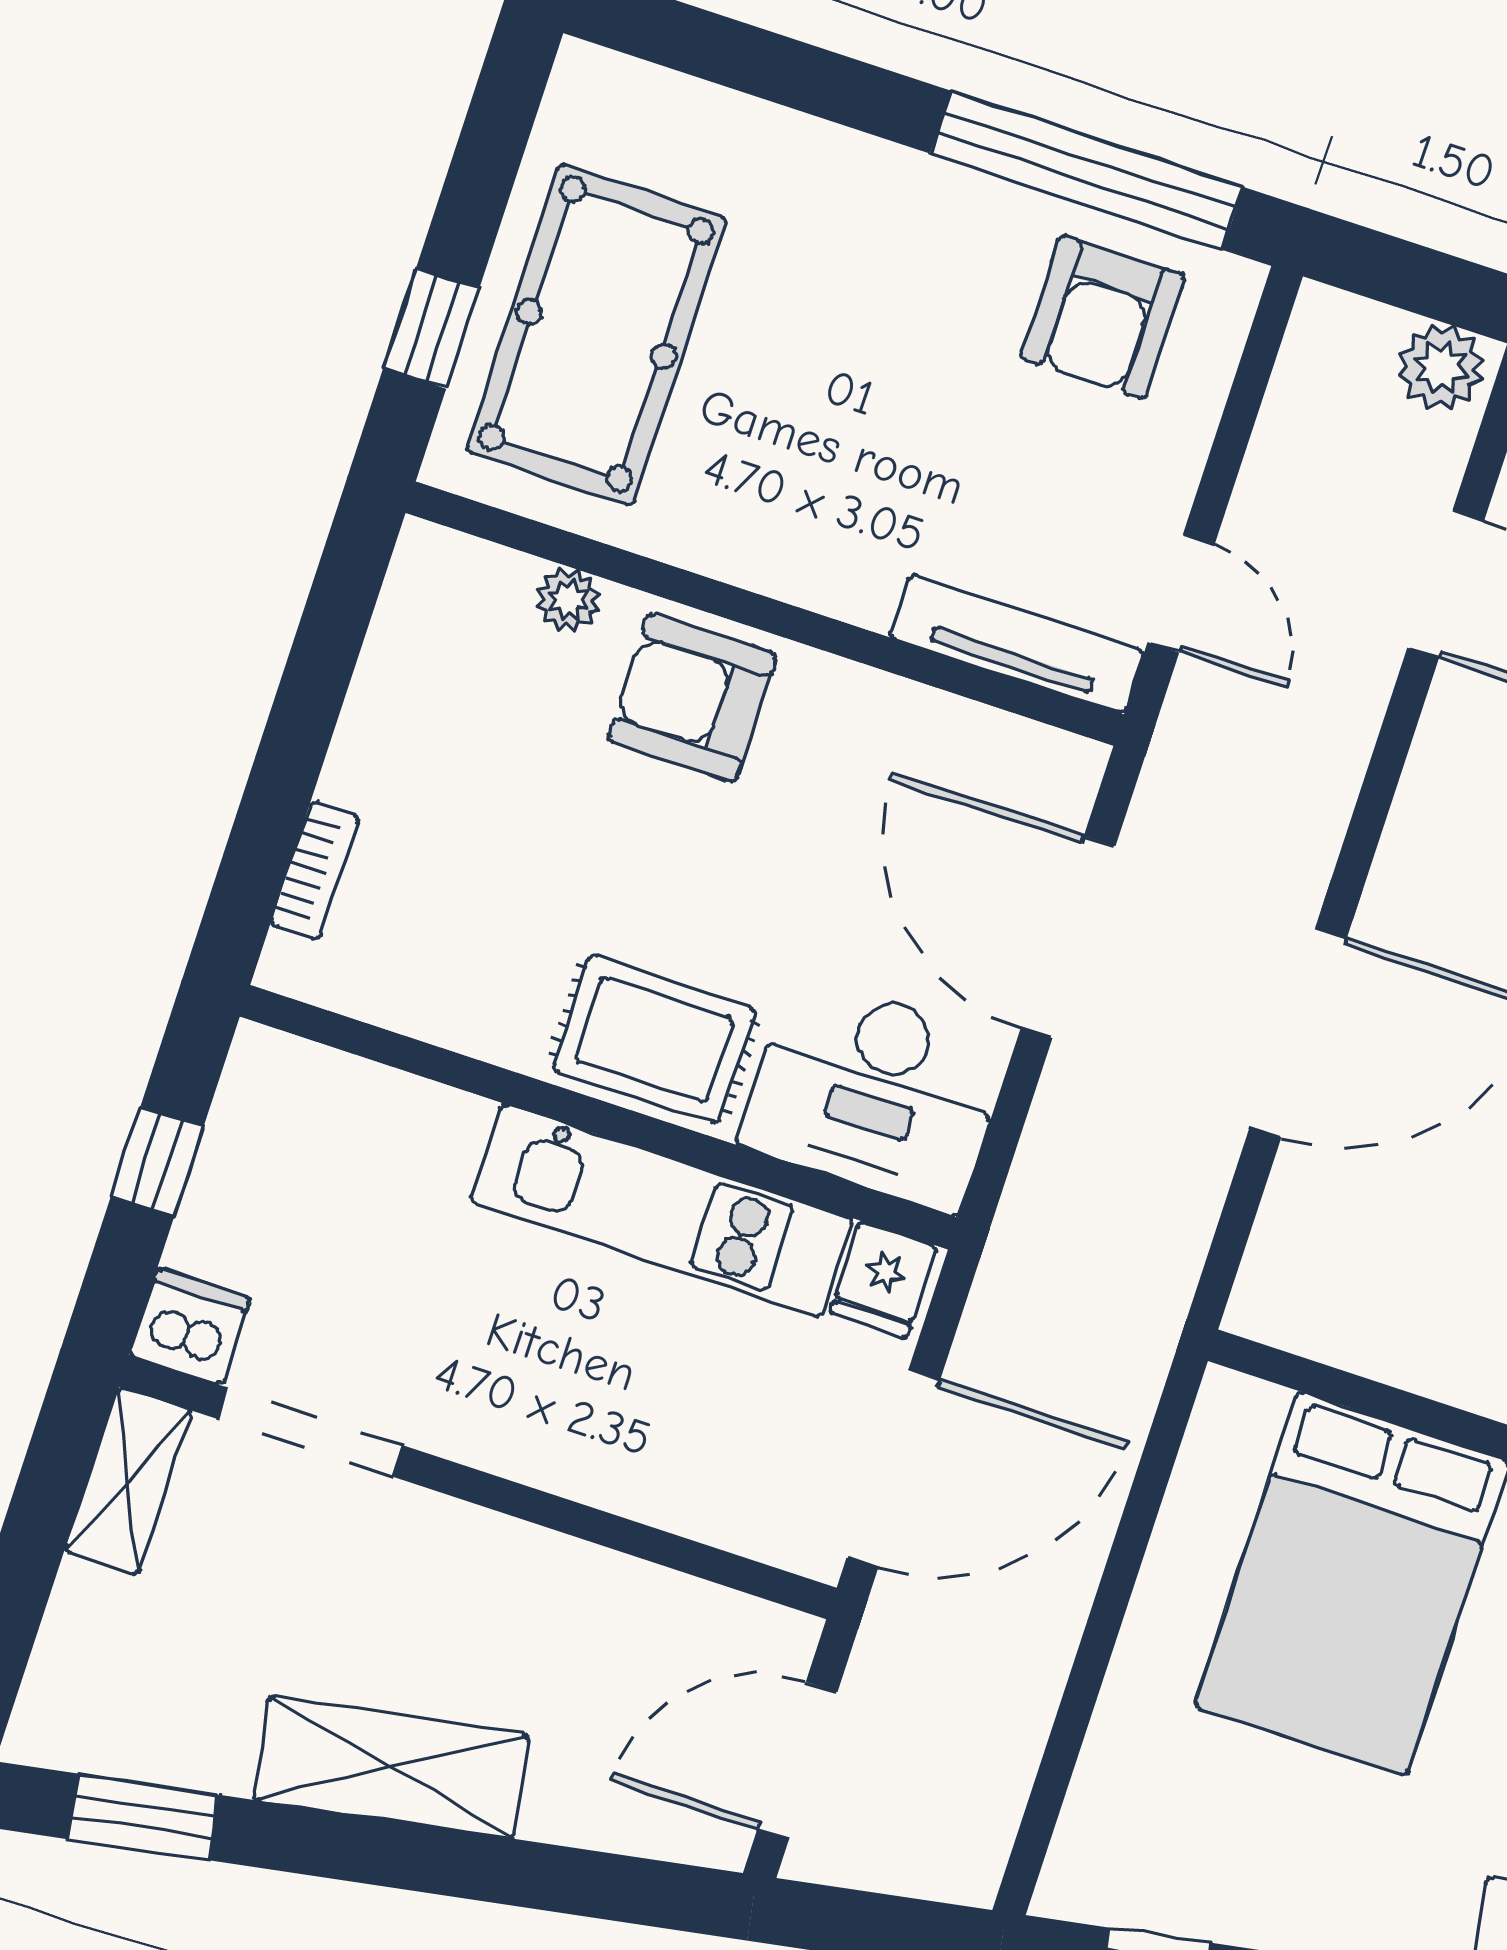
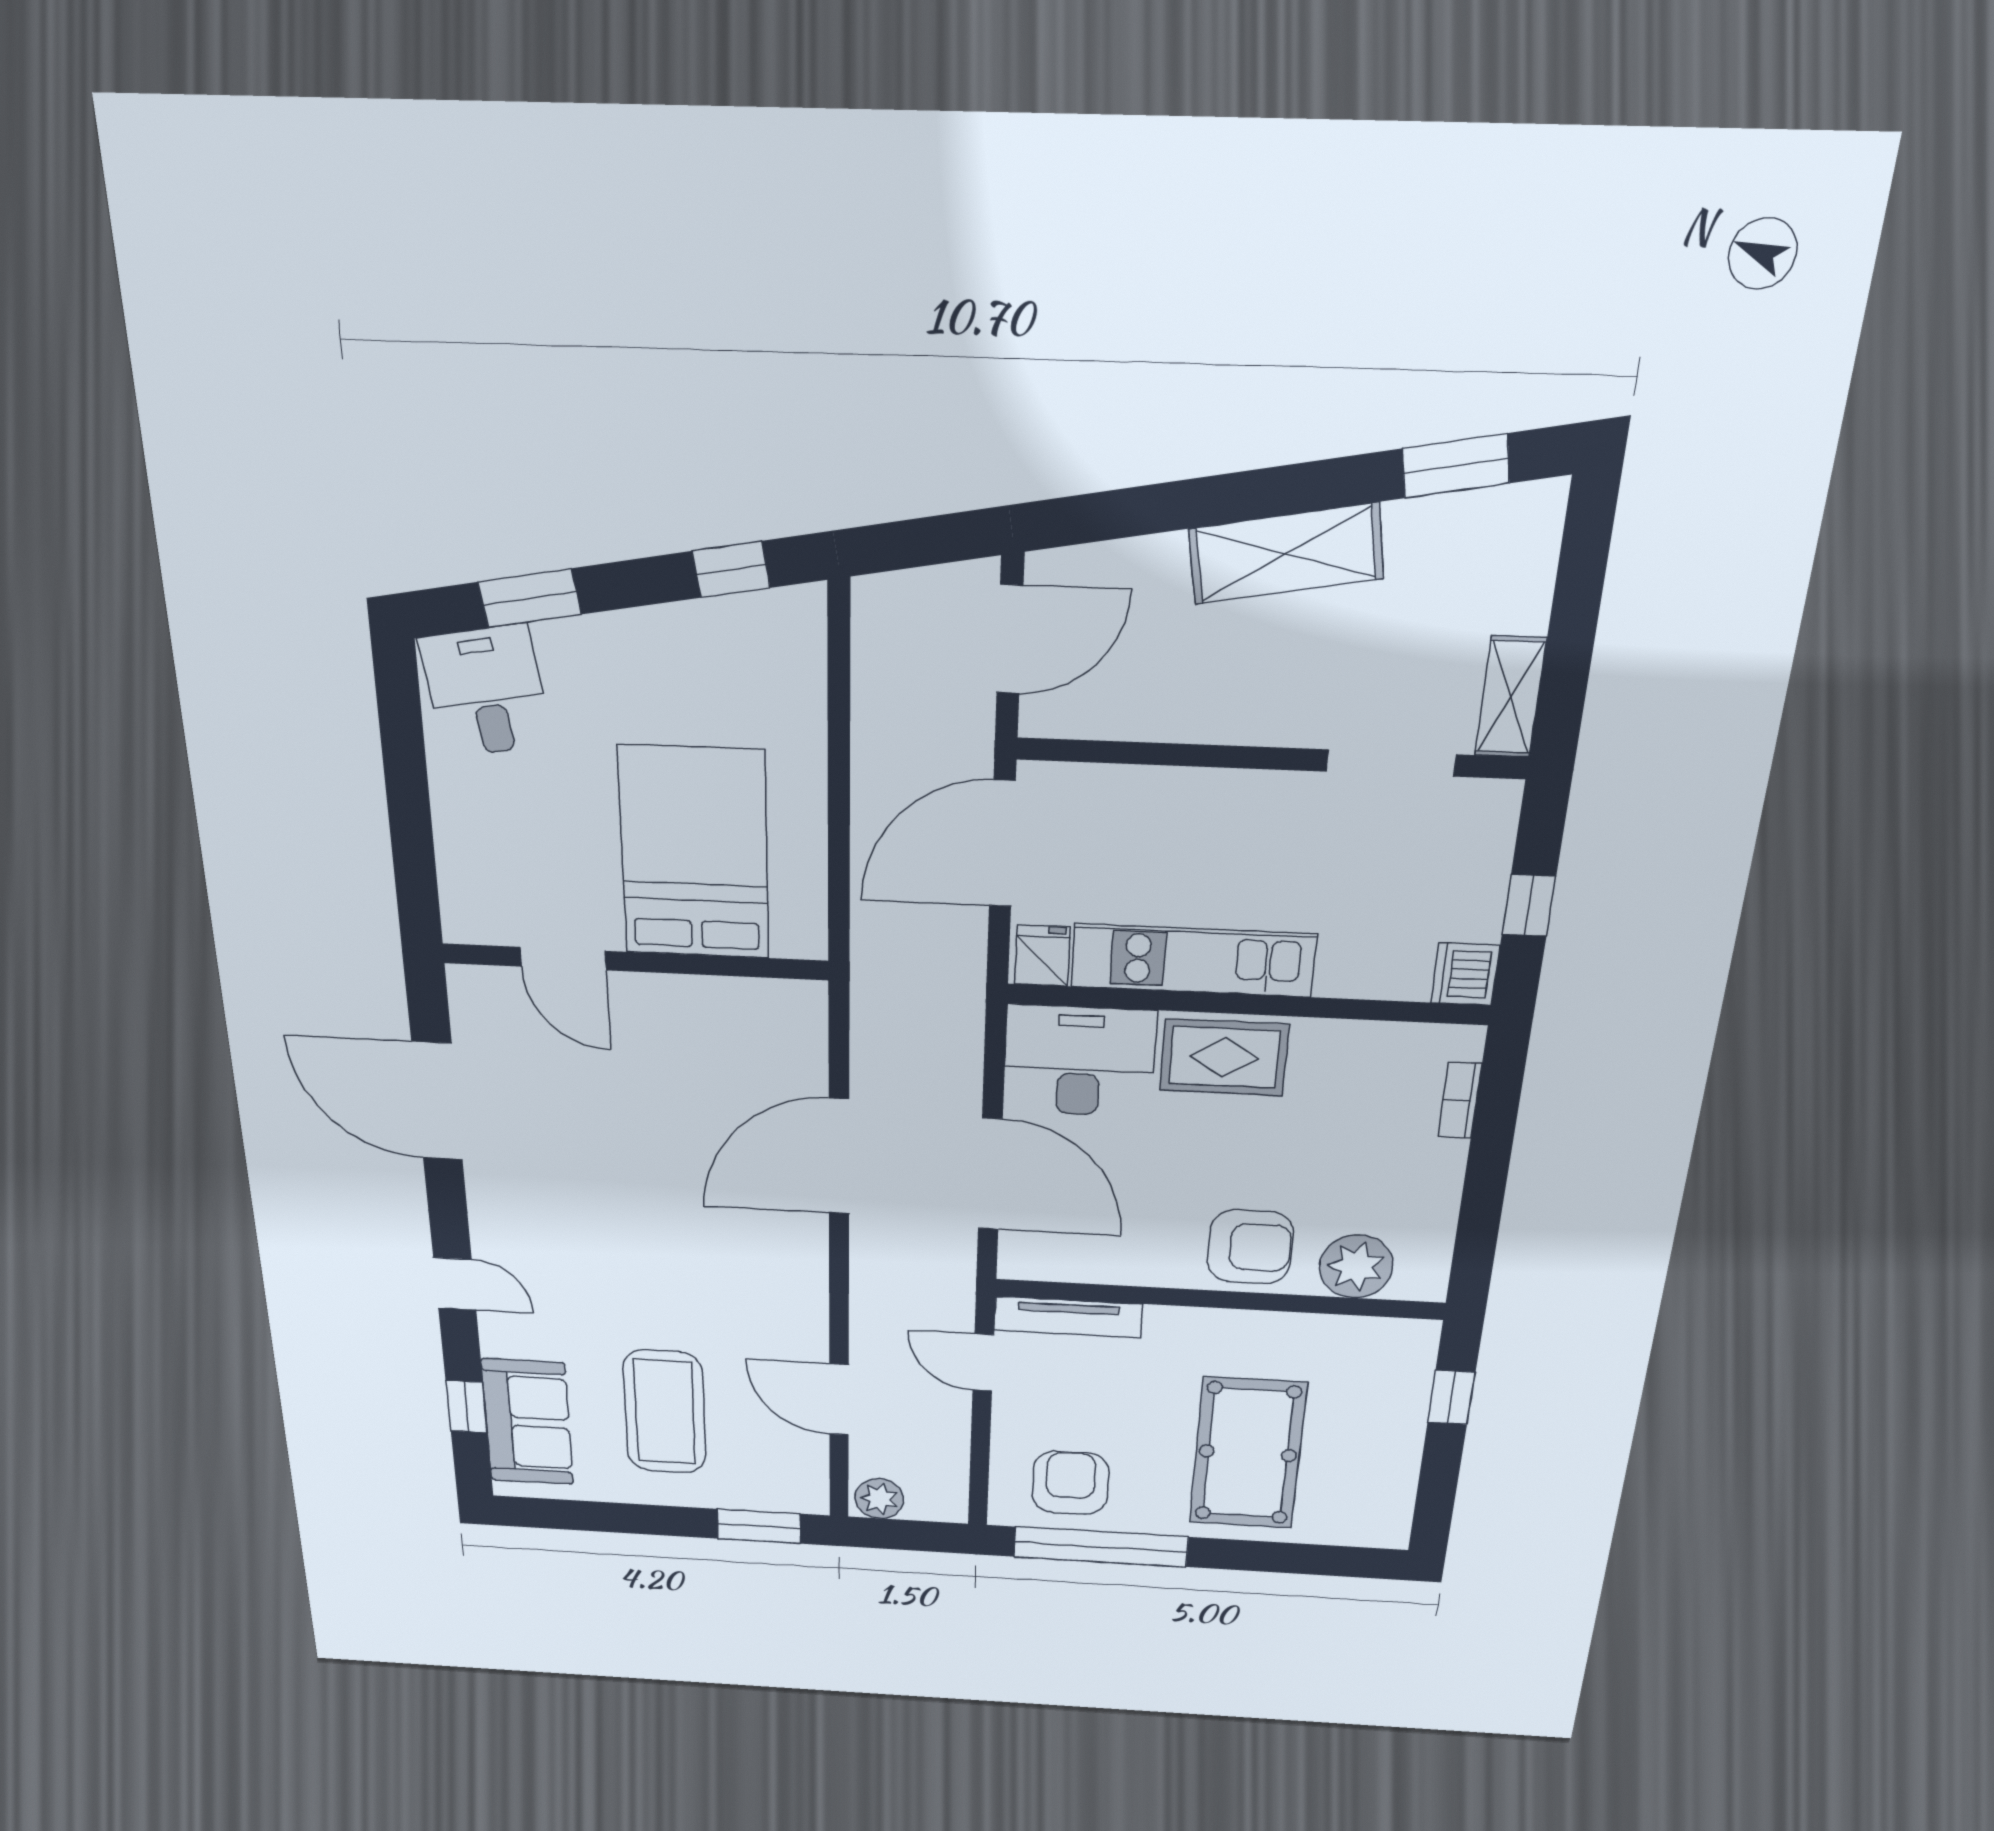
pool table: (596, 334) -> (1248, 1453), moved
plant: (568, 600) -> (1356, 1266), width x1.88, depth x1.88
dishwasher: (190, 1327) -> (1465, 974), moved, turned 90

